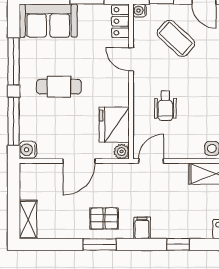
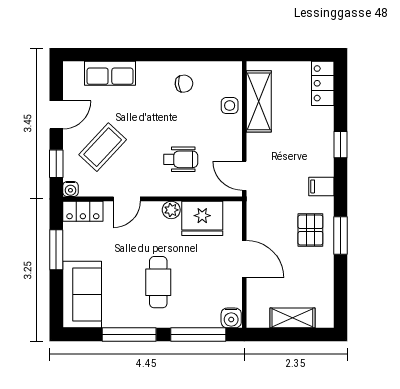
plant: (121, 152) -> (171, 210), moved
shelving: (28, 219) -> (292, 318), moved

